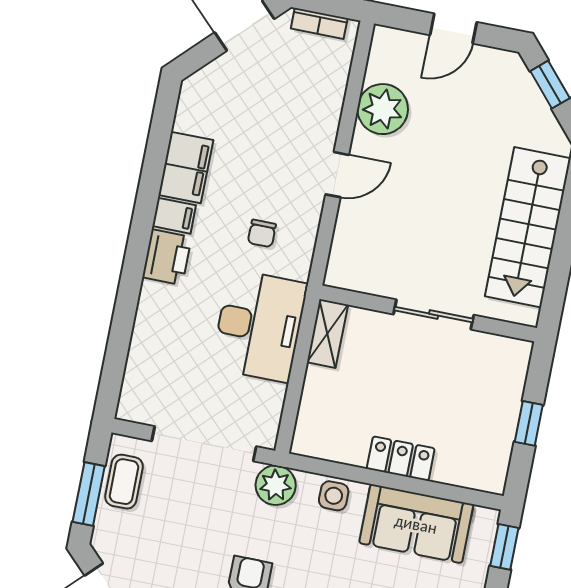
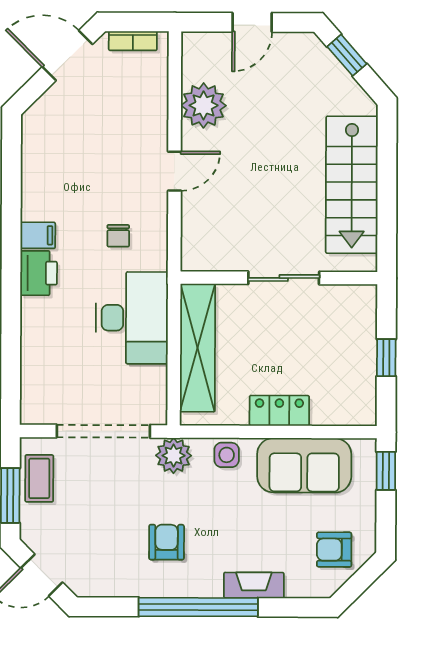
filing cabinet: (186, 167) -> (40, 191), removed
shelving: (327, 333) -> (198, 348), width x2.20, depth x1.33

